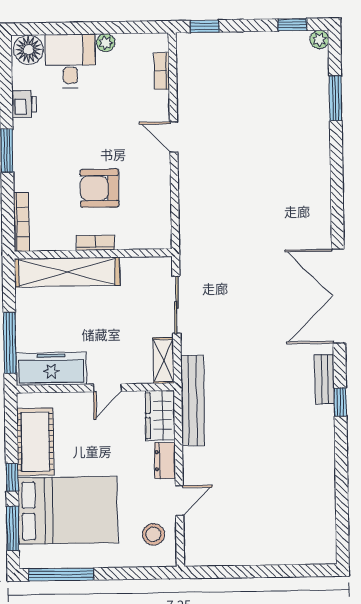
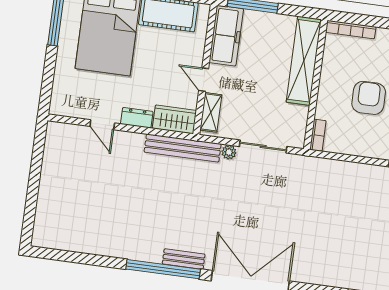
bookcase: (95, 243) -> (318, 135), moved
plant: (189, 345) -> (229, 152), added
shelving: (163, 360) -> (211, 112), moved, turned 90
window: (340, 402) -> (163, 269), width x3.17
stool: (153, 534) -> (78, 99), removed

